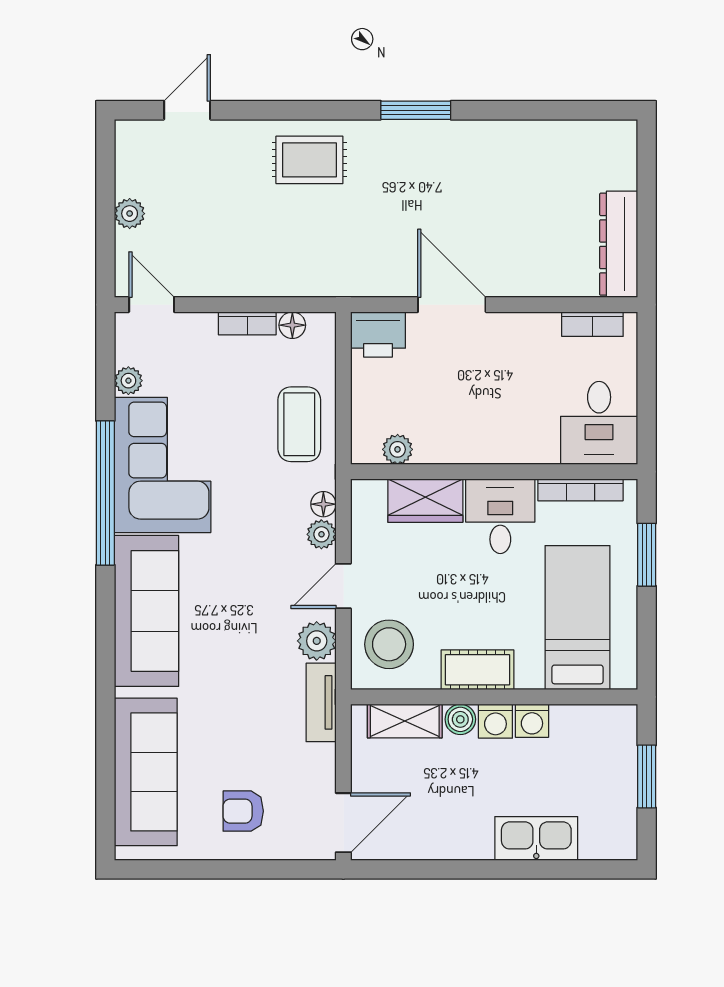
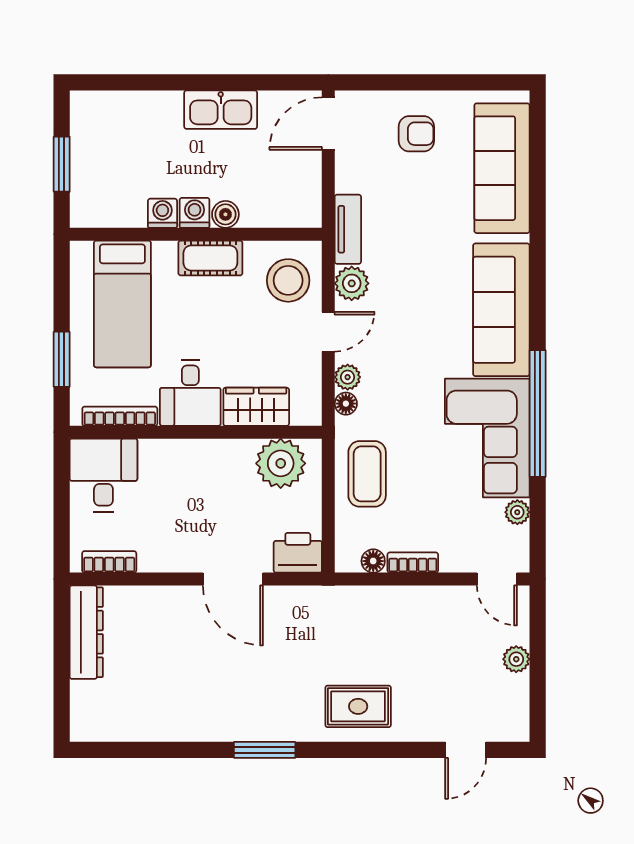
plant: (398, 449) -> (281, 463), width x1.88, depth x1.88
shelving: (405, 721) -> (274, 213), removed
kitchen sink: (536, 838) -> (221, 110), moved

